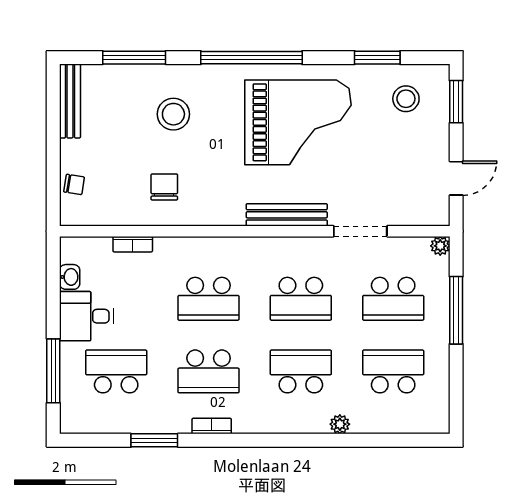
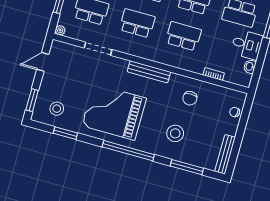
bench: (287, 215) -> (149, 72), moved

